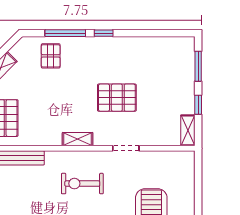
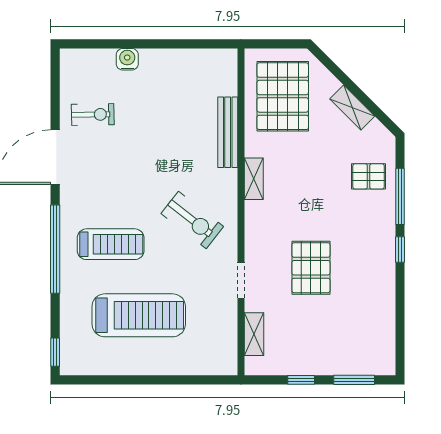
shelving: (188, 130) -> (254, 334), moved, turned 90
shelving: (78, 139) -> (254, 179), moved
exercise bike: (82, 184) -> (192, 220), turned 128

